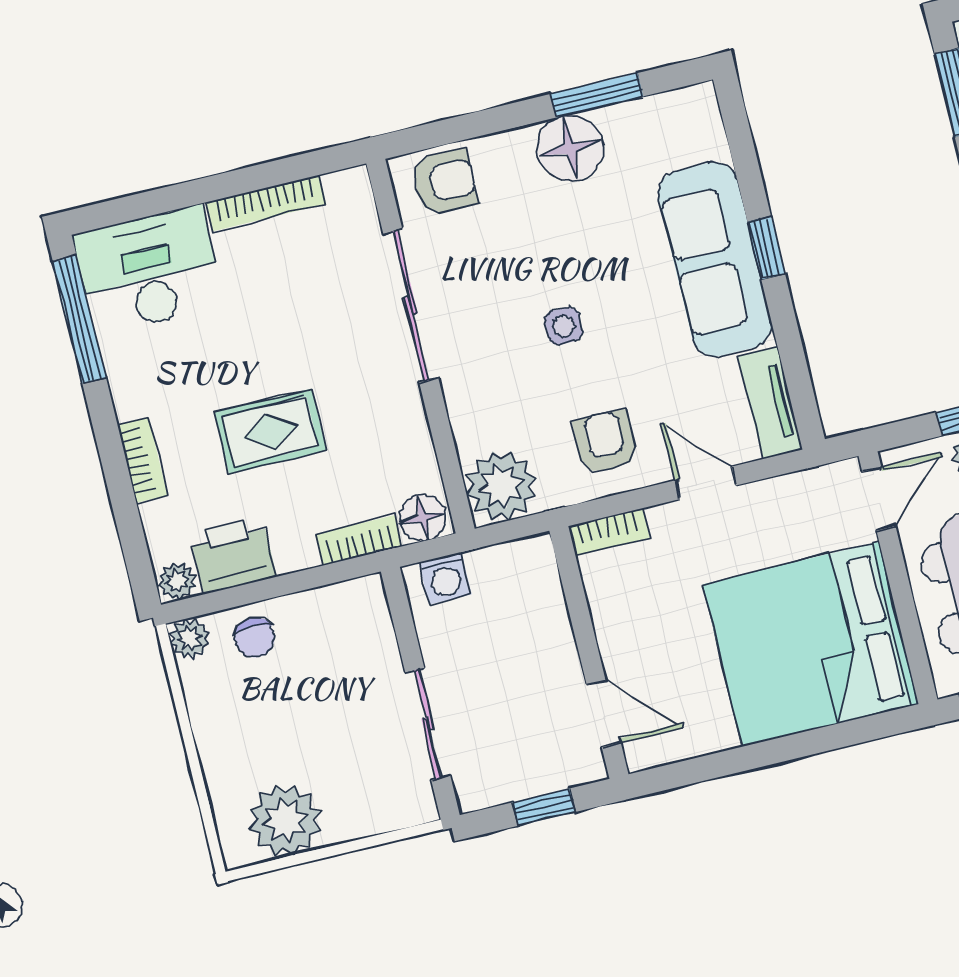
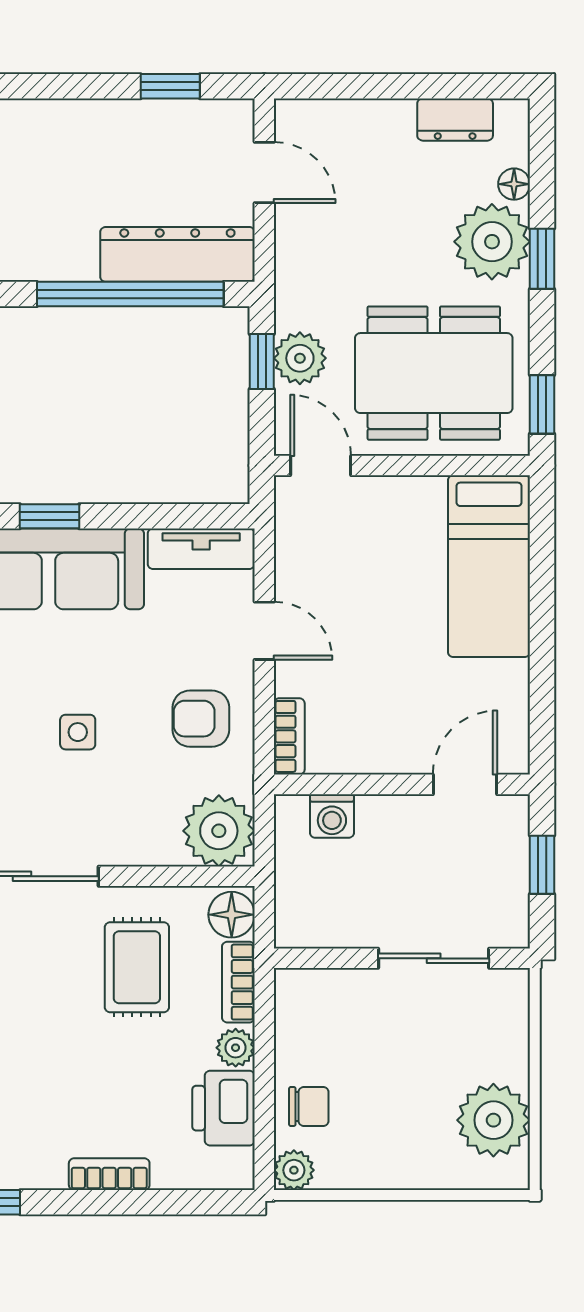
rug: (270, 431) -> (137, 967), moved
door: (706, 483) -> (264, 631), swing flipped
washing machine: (445, 578) -> (332, 816), moved, turned 90
plant: (177, 581) -> (236, 1048), moved
bed: (811, 644) -> (489, 566), width x0.49

